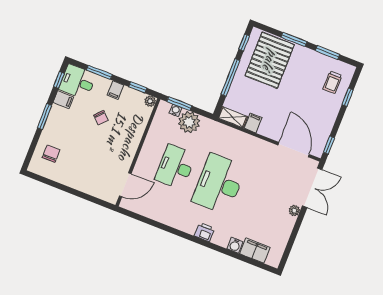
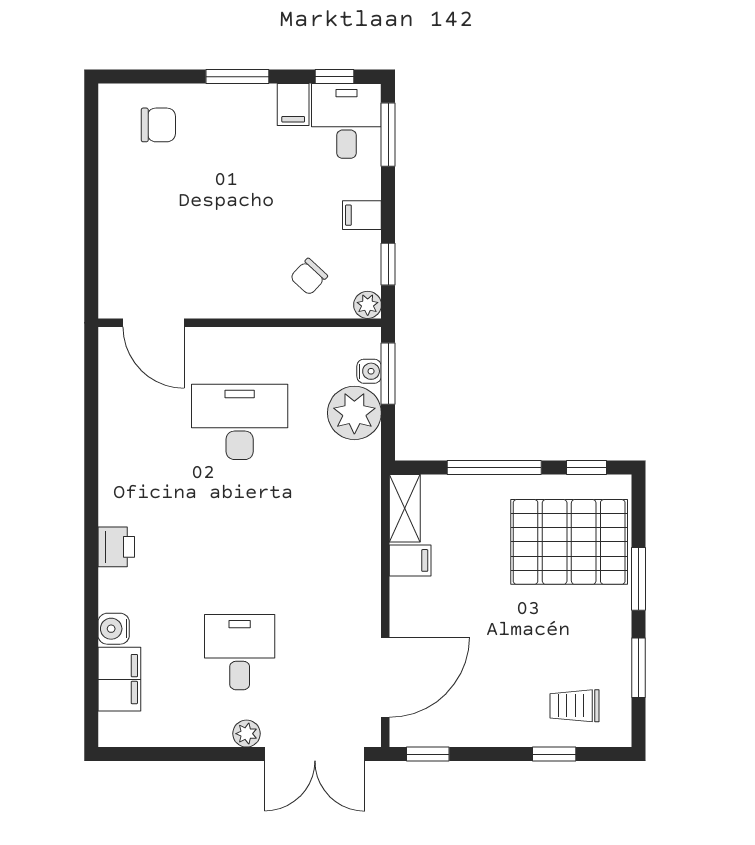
window: (99, 72) -> (388, 135), moved
chair: (101, 118) -> (309, 277), moved
desk: (219, 184) -> (240, 652), moved, width x0.53, depth x0.77

